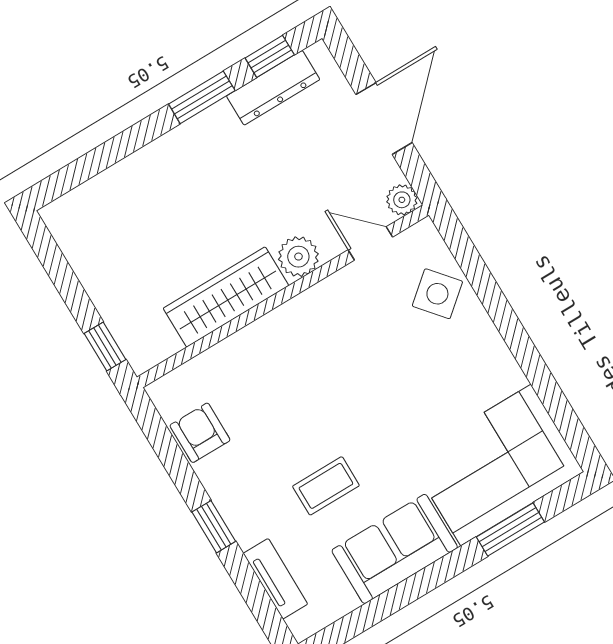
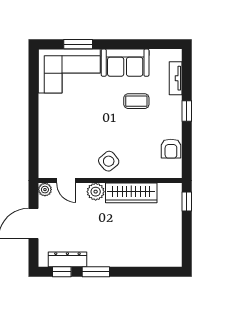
side table: (437, 294) -> (109, 161), moved

